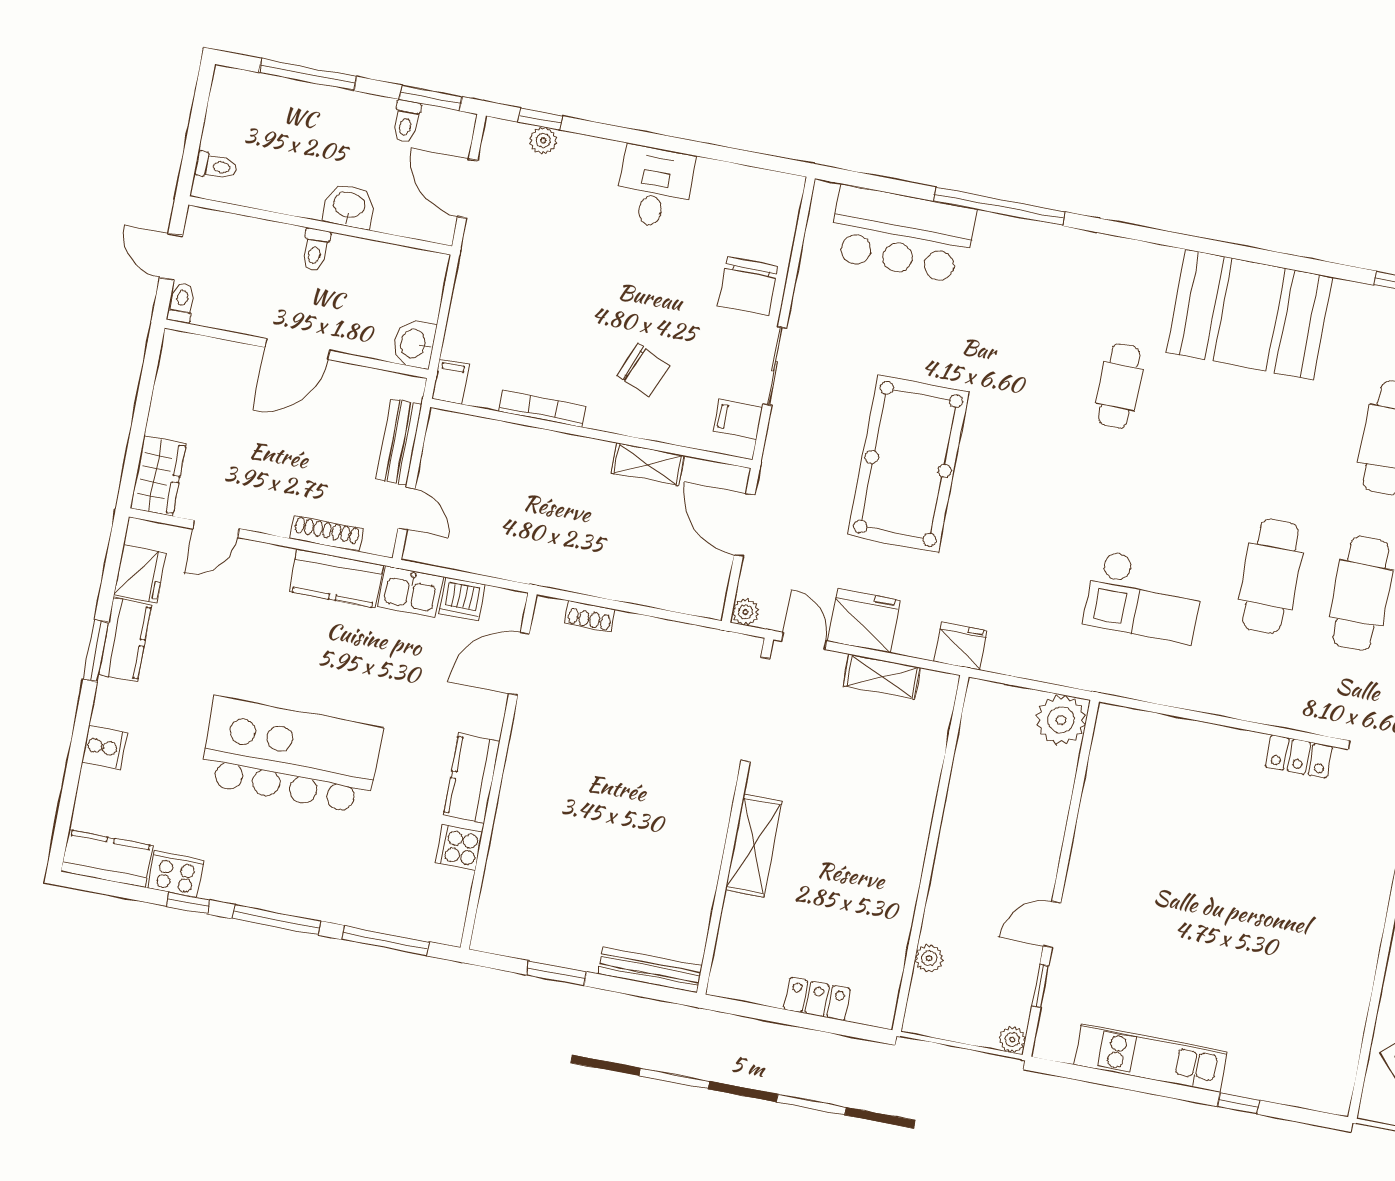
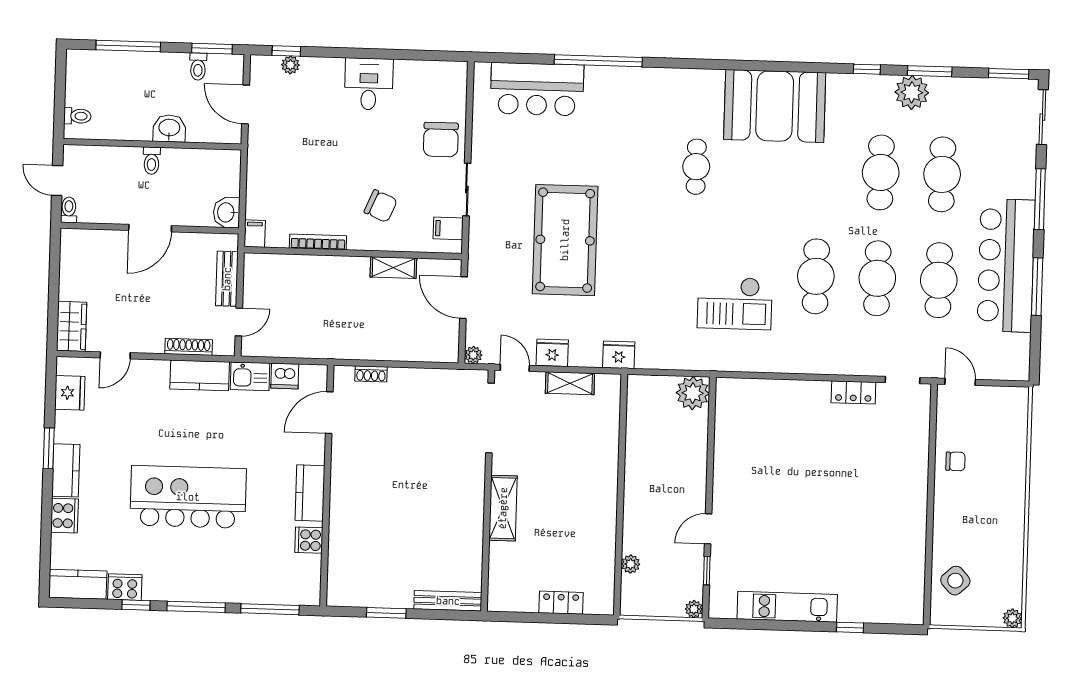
door: (406, 509) -> (239, 322), hinge flipped
fridge: (864, 621) -> (552, 353), width x0.73, depth x0.75
kitchen counter: (125, 640) -> (66, 470), moved
cooker: (105, 747) -> (65, 516), width x1.36

